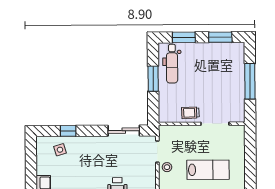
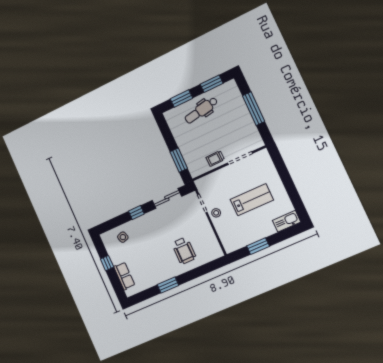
dental chair: (172, 64) -> (201, 110), moved, turned 80
window: (153, 79) -> (179, 160), moved
window: (68, 131) -> (136, 212), moved
window: (31, 169) -> (107, 263), added

